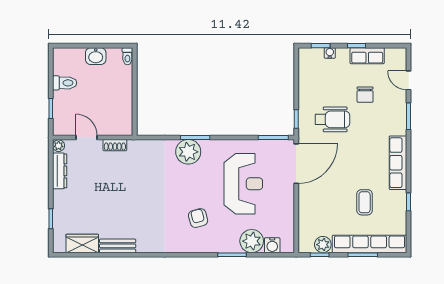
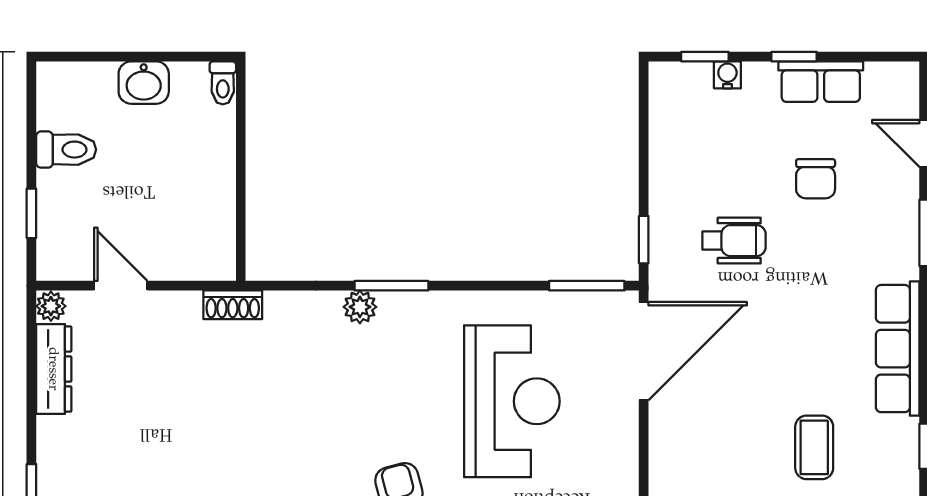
wheelchair: (332, 119) -> (734, 241), width x0.73, depth x0.73
shoe rack: (115, 145) -> (233, 305), moved
plant: (188, 152) -> (360, 307), width x0.53, depth x0.53

